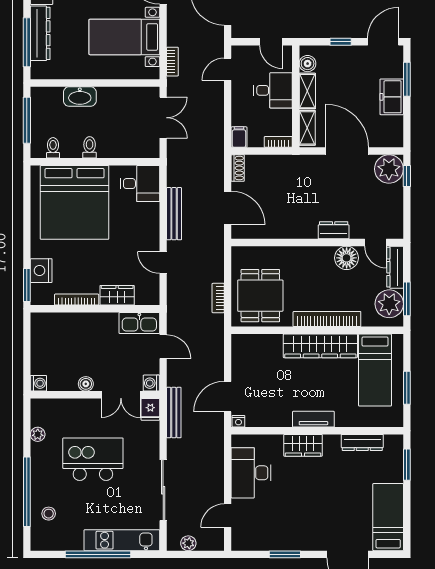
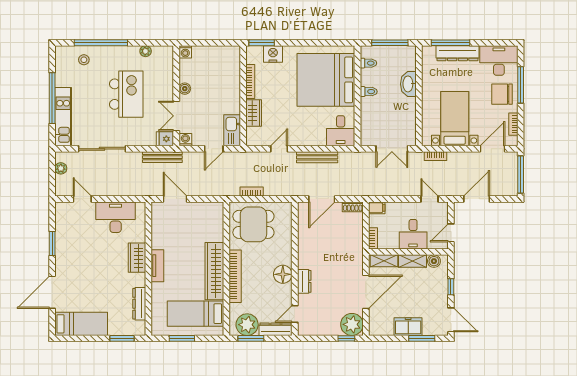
floor lamp: (347, 258) -> (283, 274), moved
nightstand: (238, 421) -> (156, 207), removed

